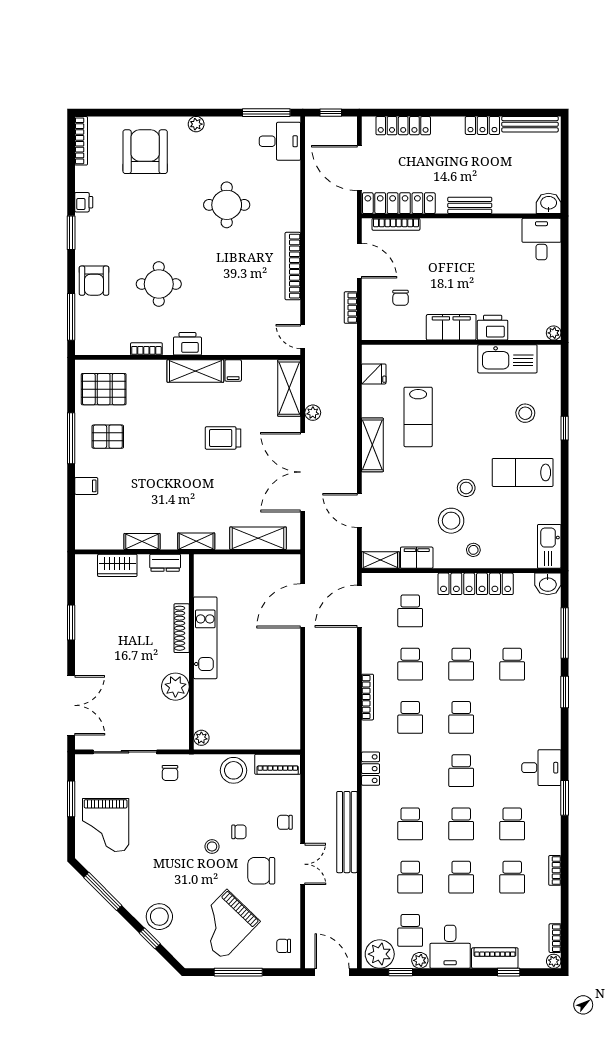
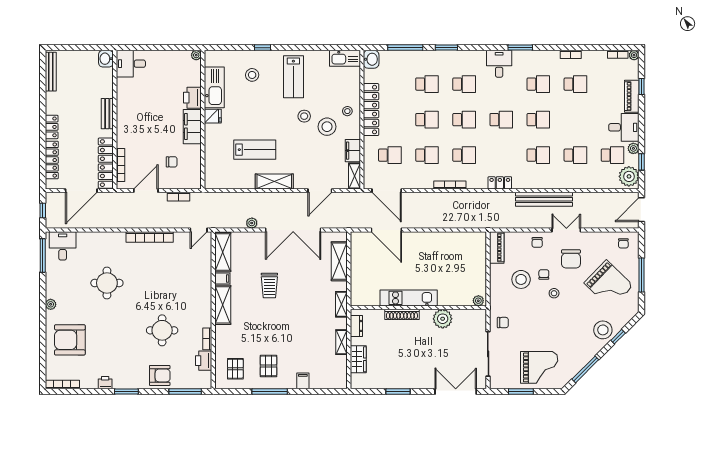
locker: (482, 125) -> (52, 127), moved
printer: (187, 344) -> (204, 361), moved
fridge: (374, 374) -> (213, 116), moved, turned 90
shelving: (289, 388) -> (223, 252), moved, turned 90
pallet: (104, 389) -> (235, 369), width x0.67, depth x0.71
stool: (233, 770) -> (521, 279), moved
school desk: (461, 877) -> (464, 84), moved

